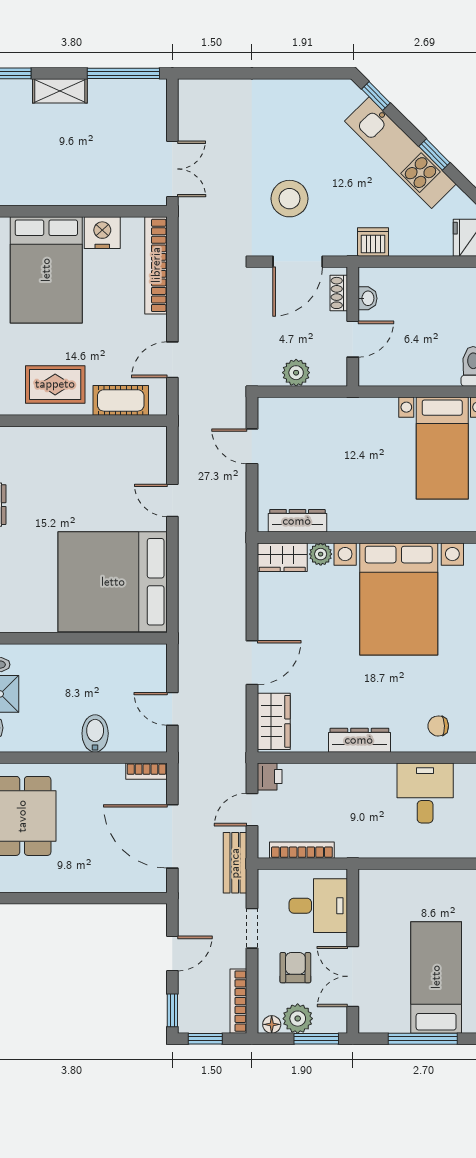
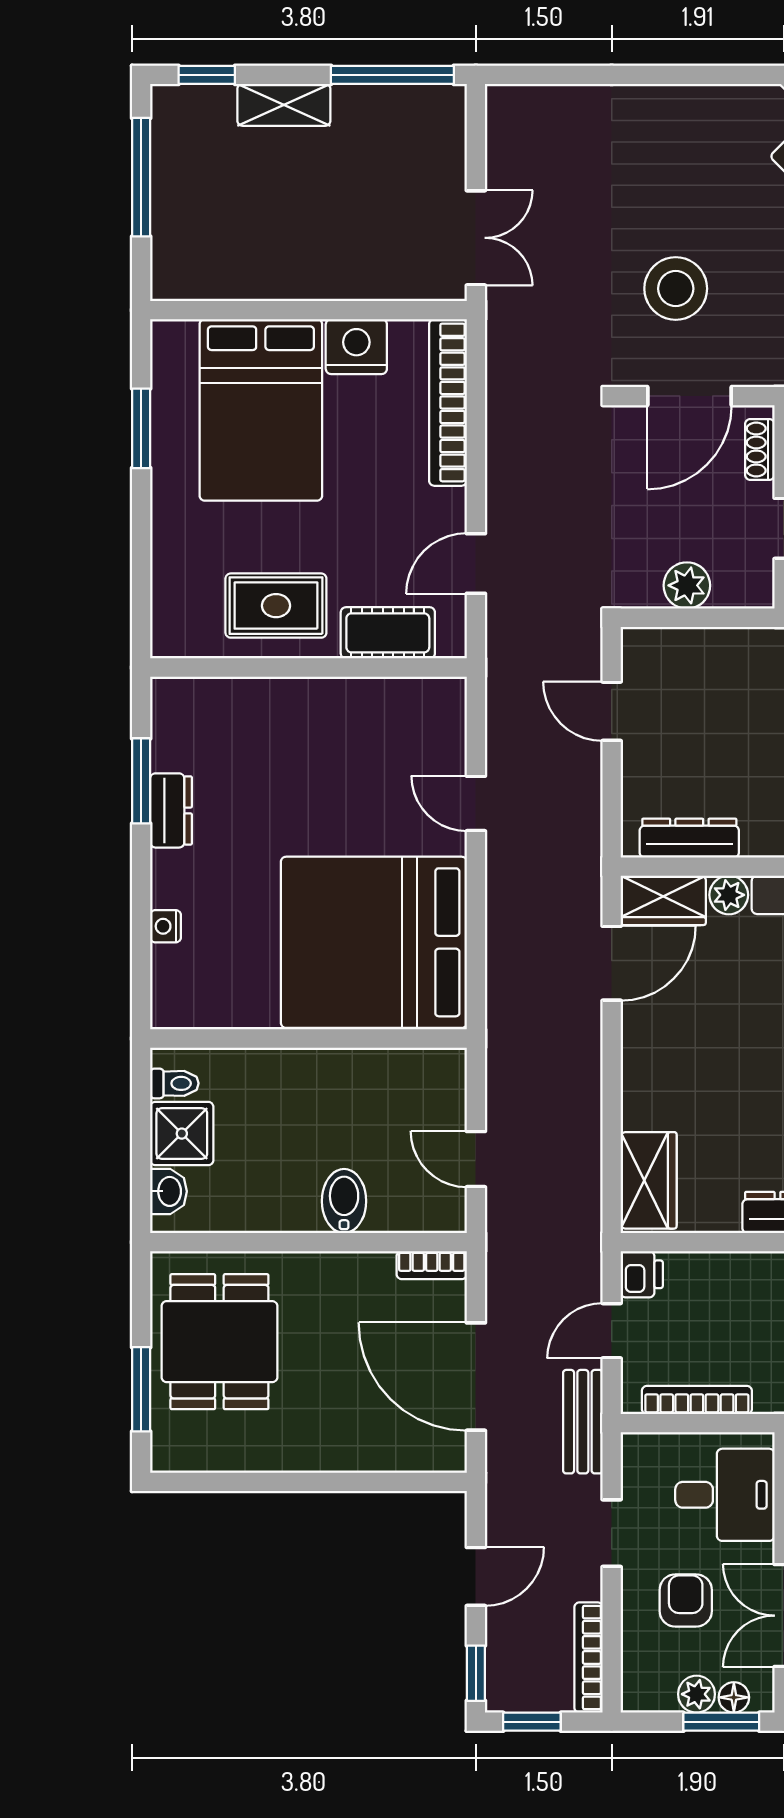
door: (252, 663) -> (612, 963), moved
plant: (298, 1019) -> (697, 1694), width x0.73, depth x0.73
floor lamp: (272, 1024) -> (734, 1697), moved

